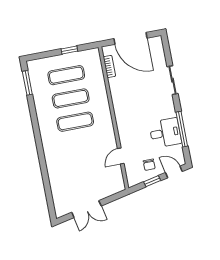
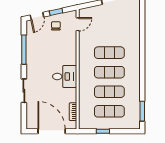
desk: (165, 133) -> (65, 76), moved, turned 180
exercise mat: (80, 145) -> (109, 53), added
door: (121, 156) -> (78, 24), moved
door: (174, 172) -> (37, 16), hinge flipped

